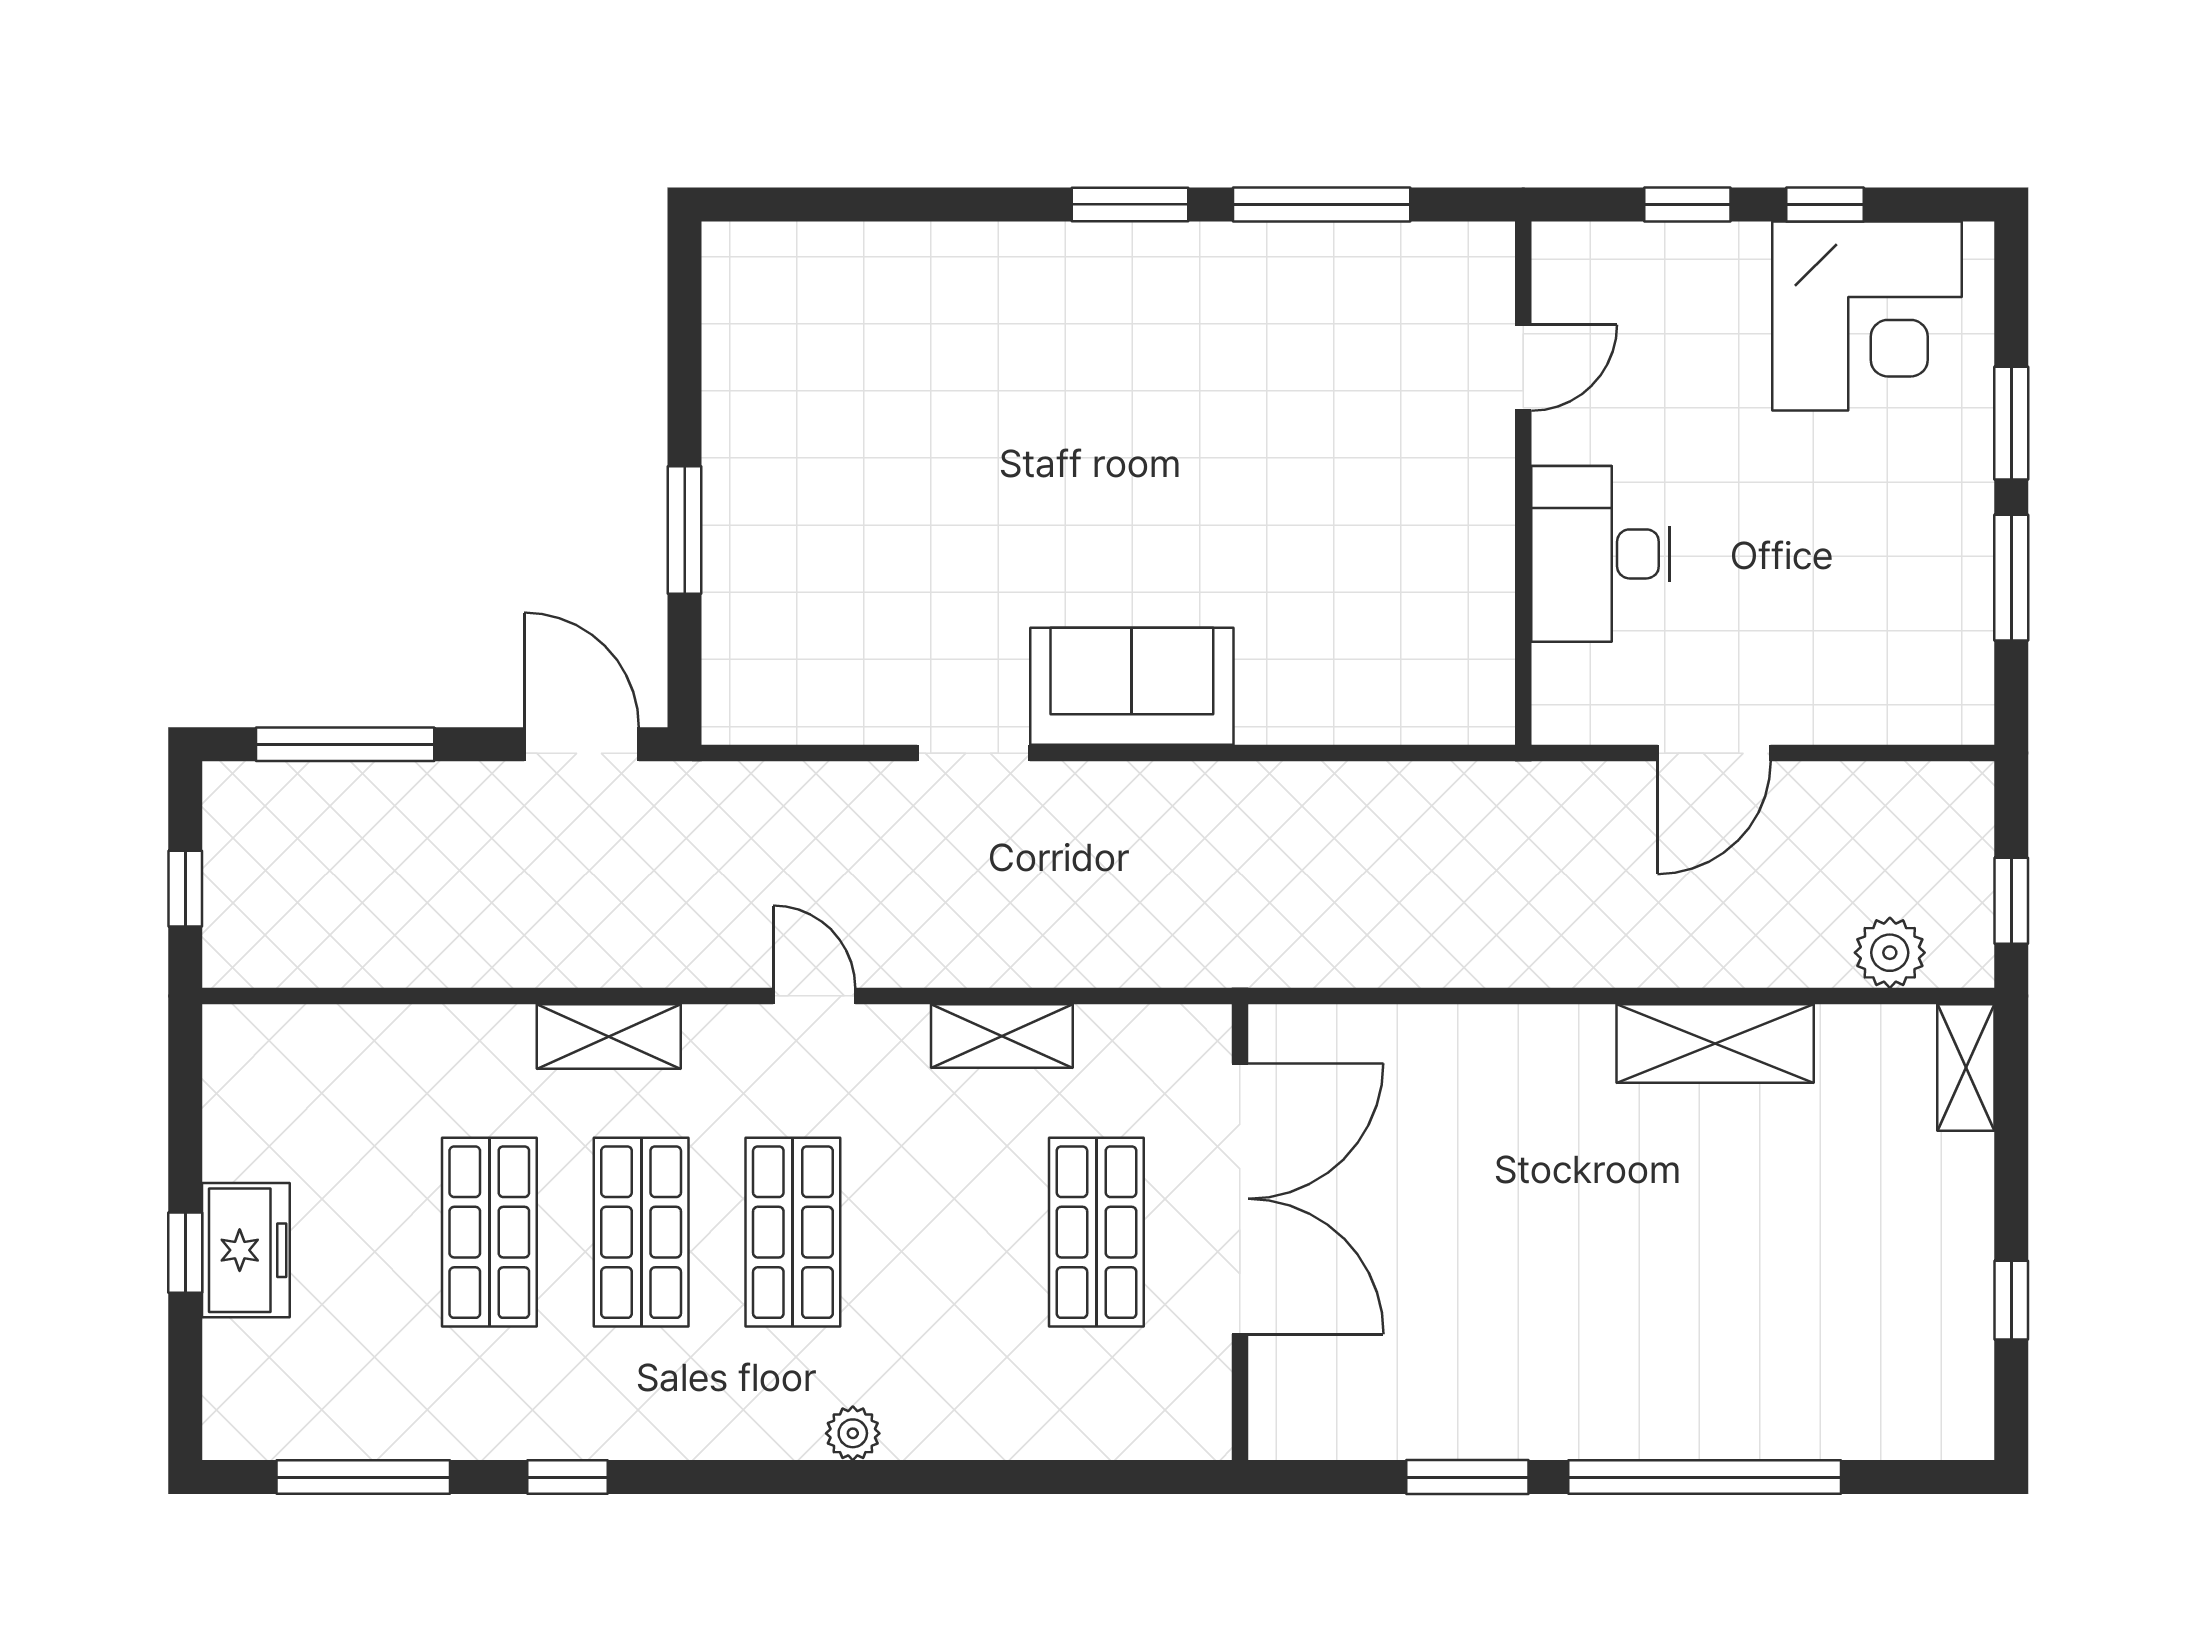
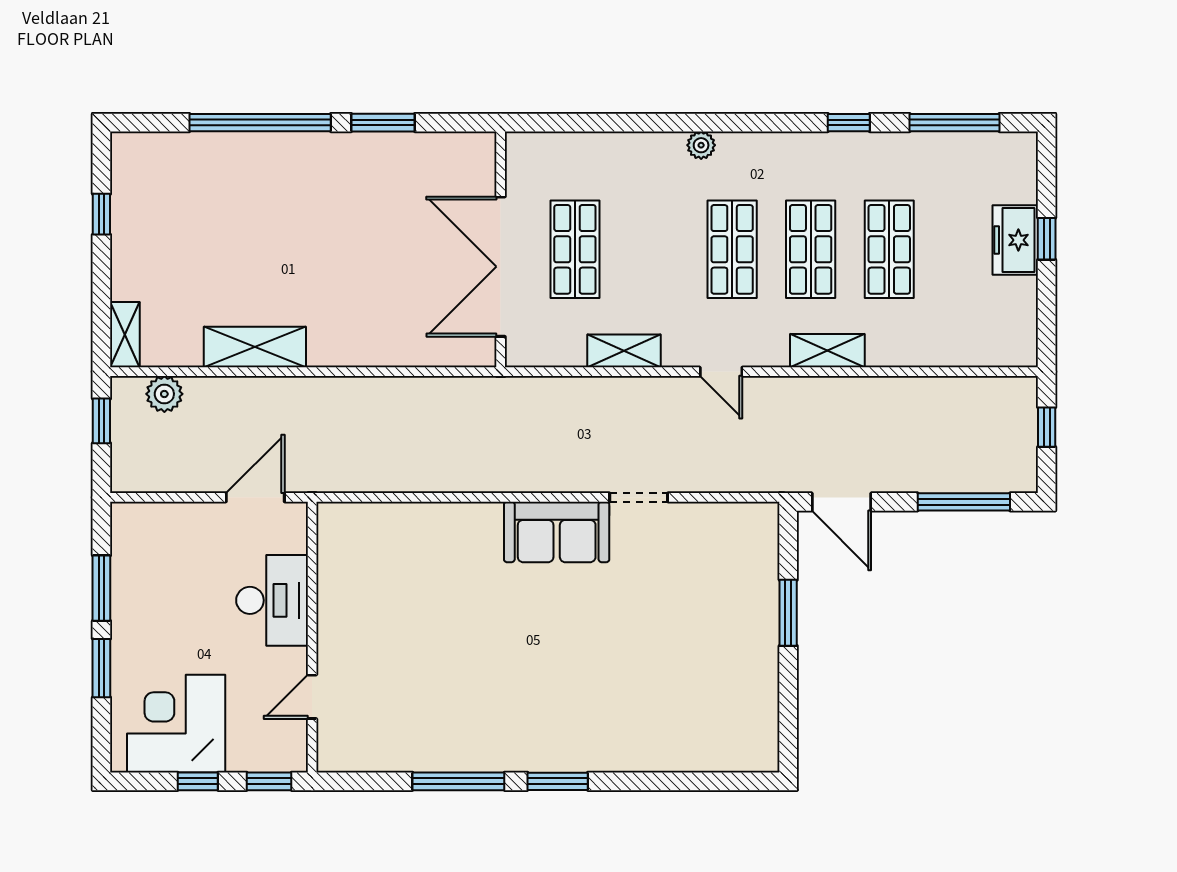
door: (1523, 368) -> (312, 697), moved
wall: (1523, 483) -> (312, 637), moved
desk: (1601, 554) -> (272, 600), moved

